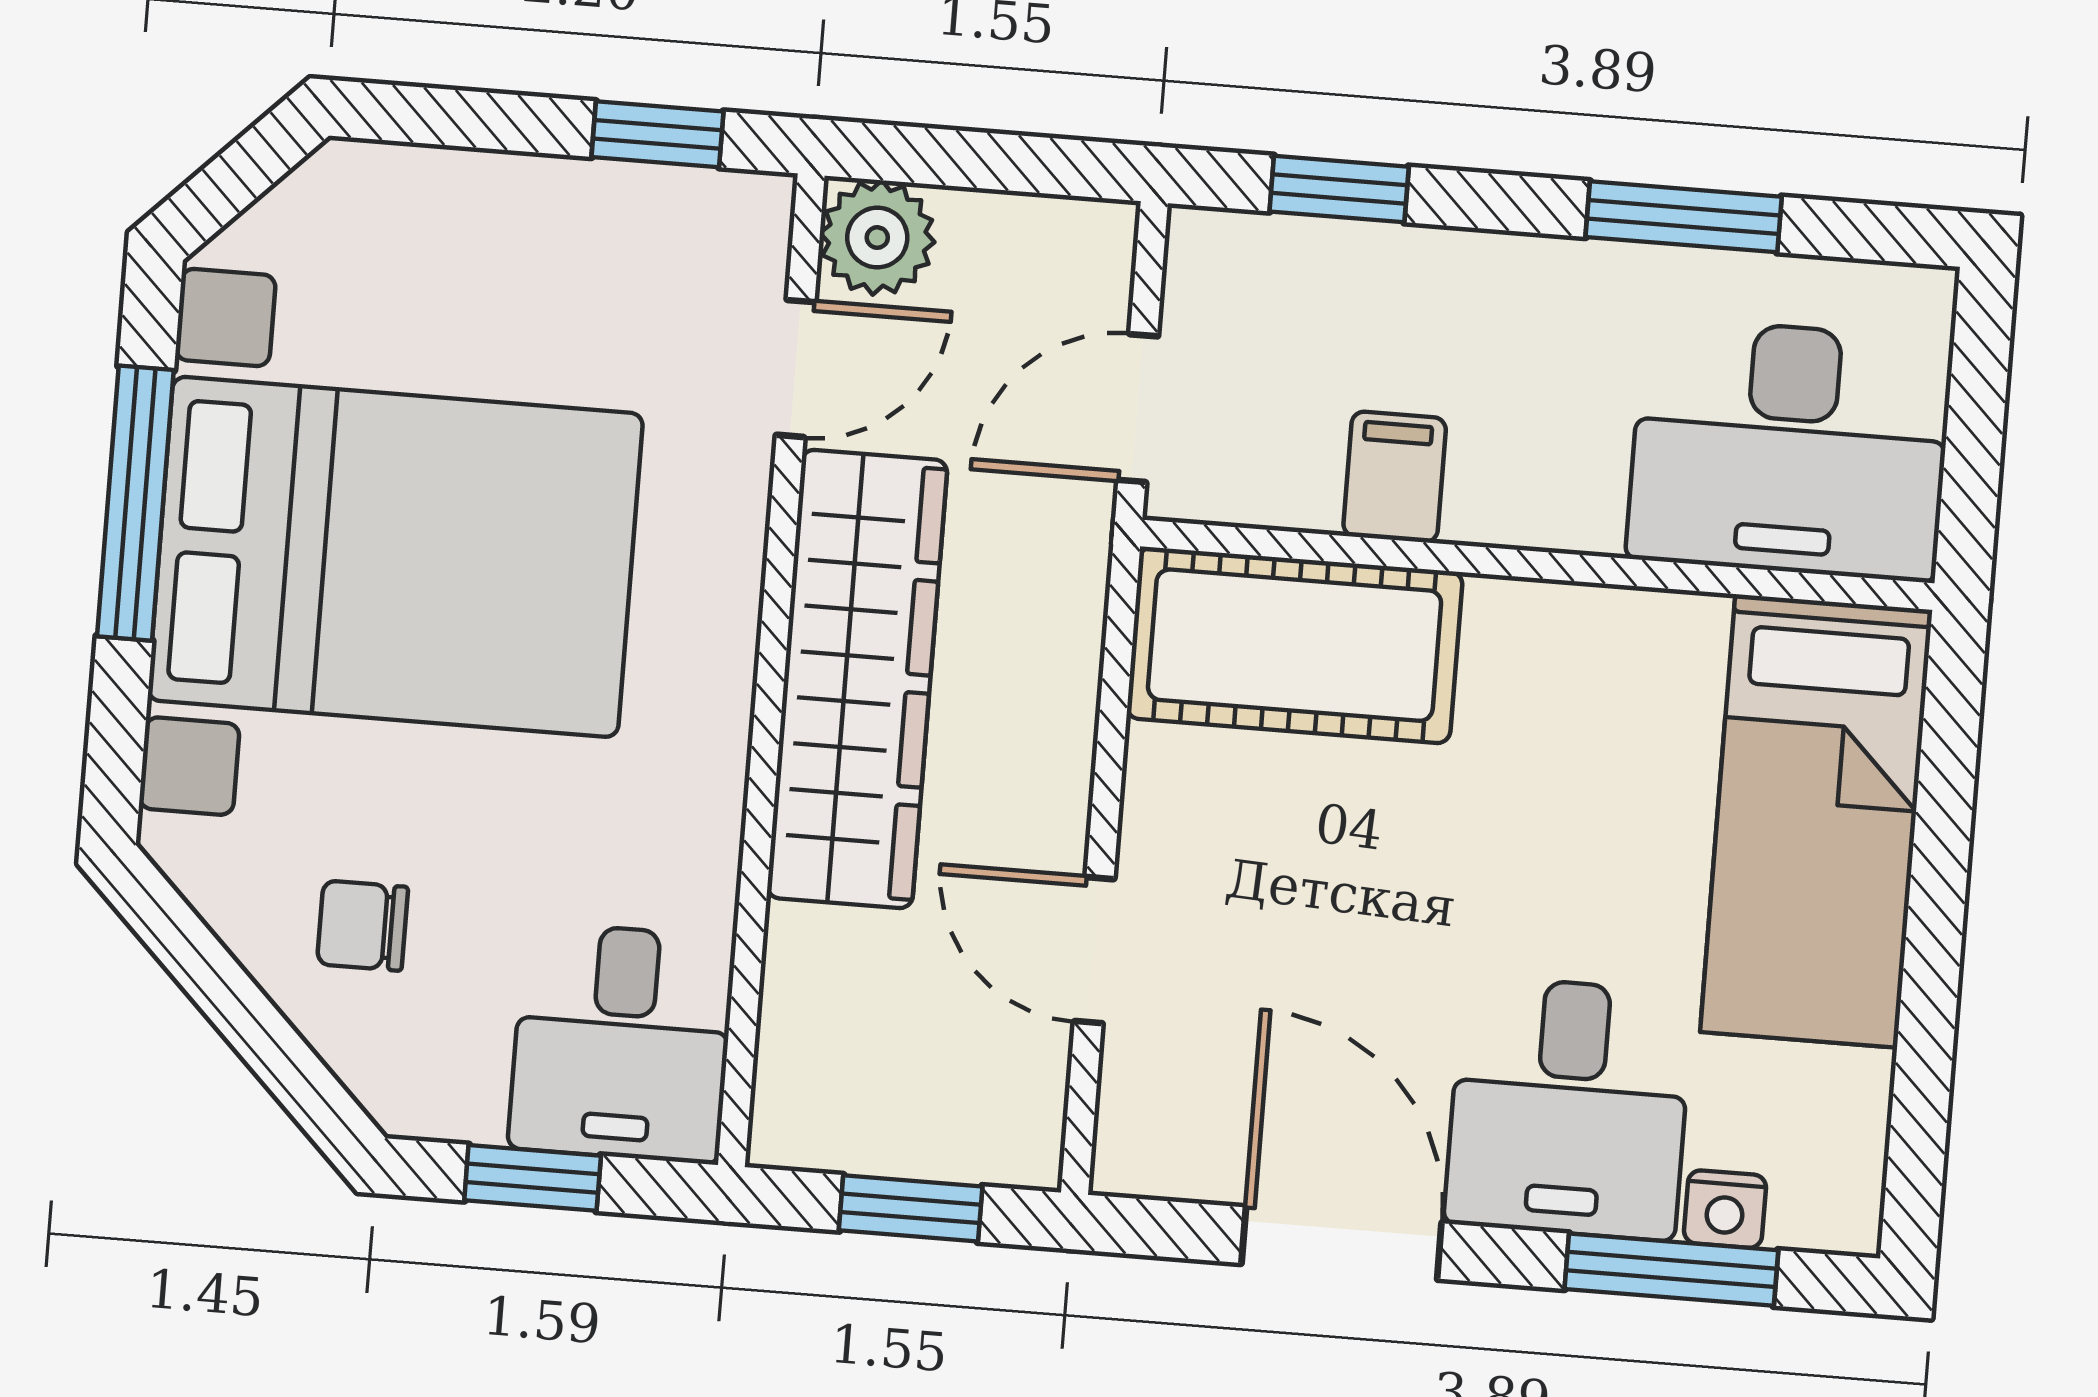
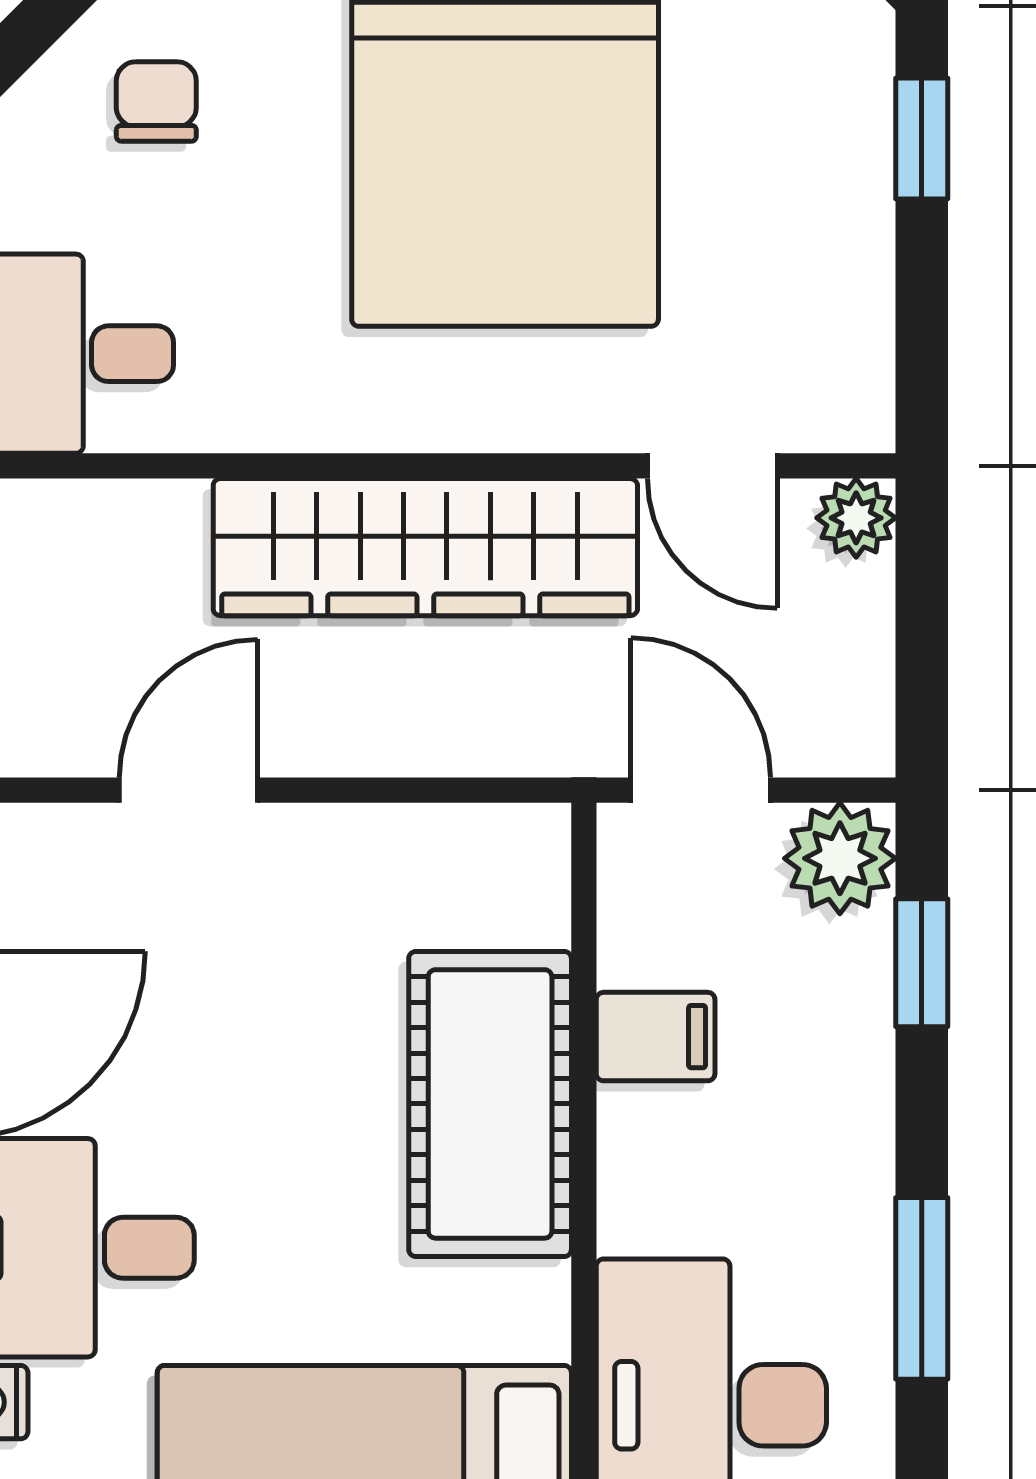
window: (657, 134) -> (922, 138), moved
plant: (877, 238) -> (856, 518), width x0.73, depth x0.73
plant: (1222, 267) -> (840, 858), added
cot: (1295, 645) -> (490, 1104), moved

